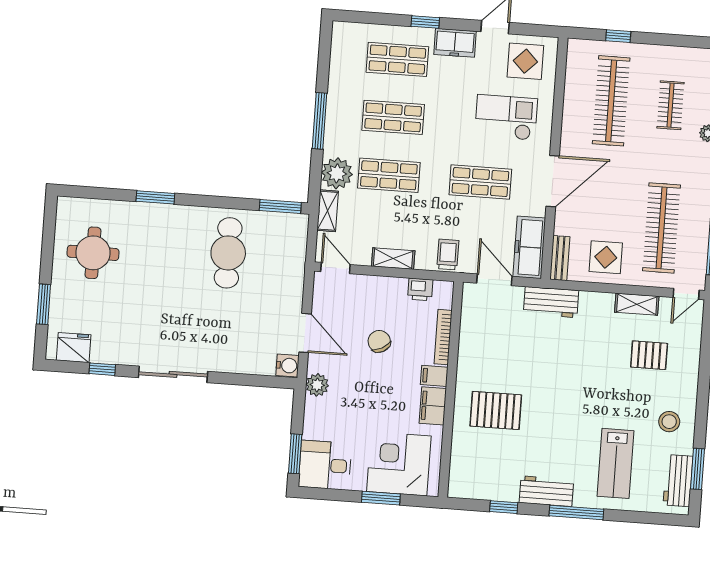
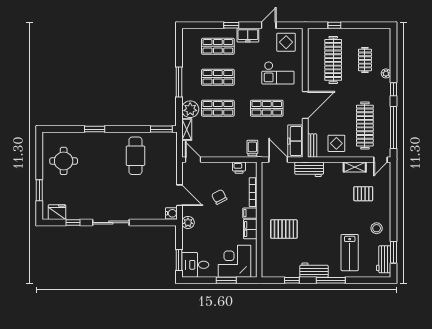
checkout: (506, 117) -> (278, 73), turned 180
shelving: (393, 259) -> (223, 152), removed

